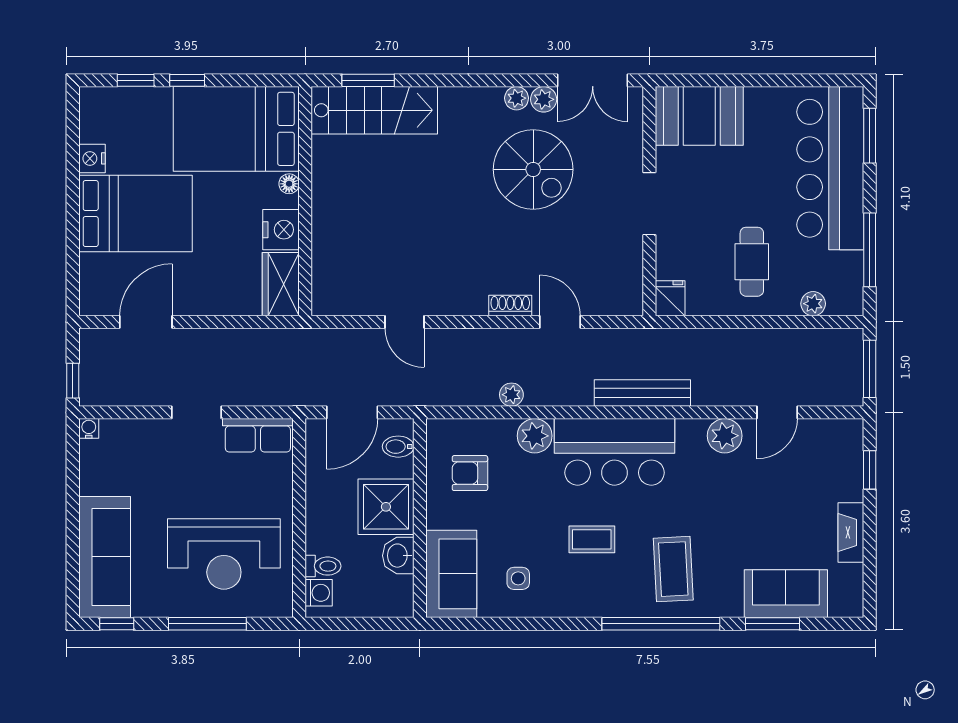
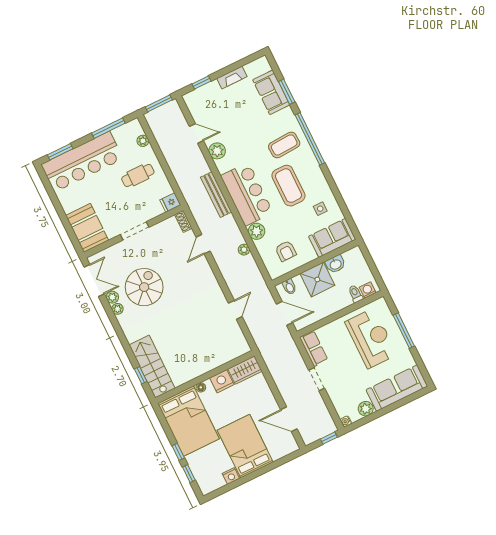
window: (368, 80) -> (141, 375), width x0.67
shoe rack: (510, 305) -> (183, 221), moved
plant: (94, 478) -> (366, 409), added
coffee table: (592, 539) -> (288, 186), width x1.86, depth x1.72
window: (117, 624) -> (423, 369), removed

